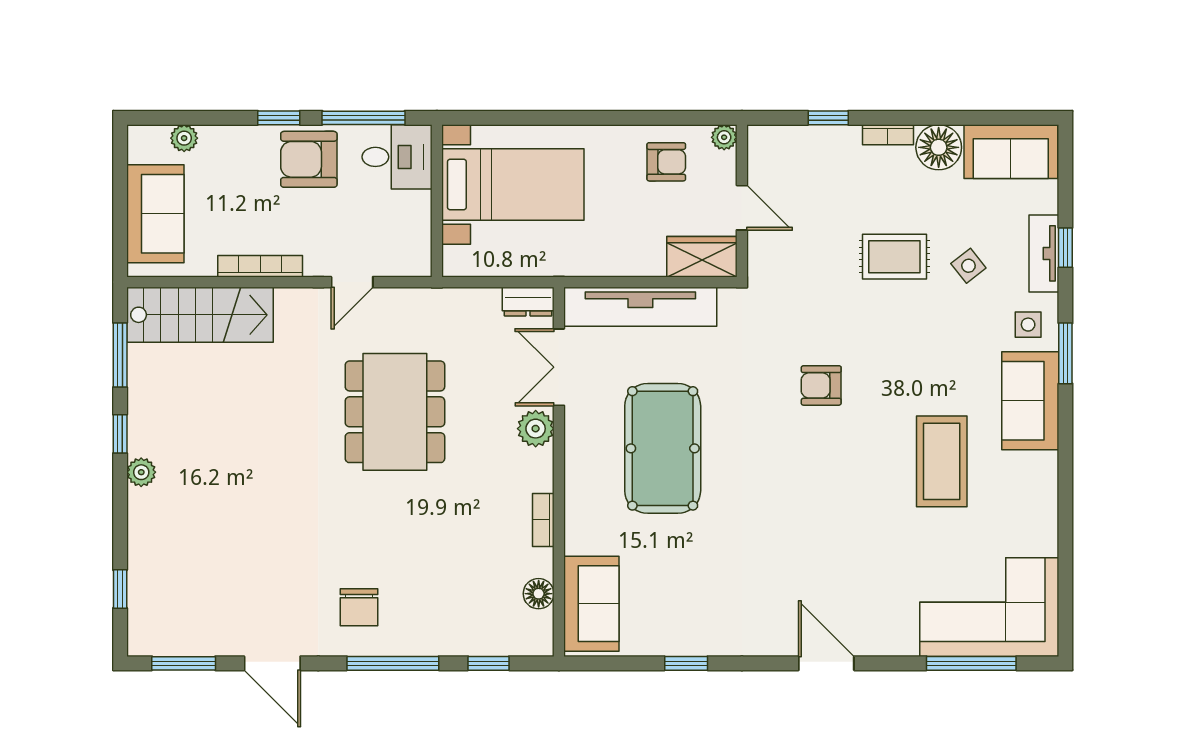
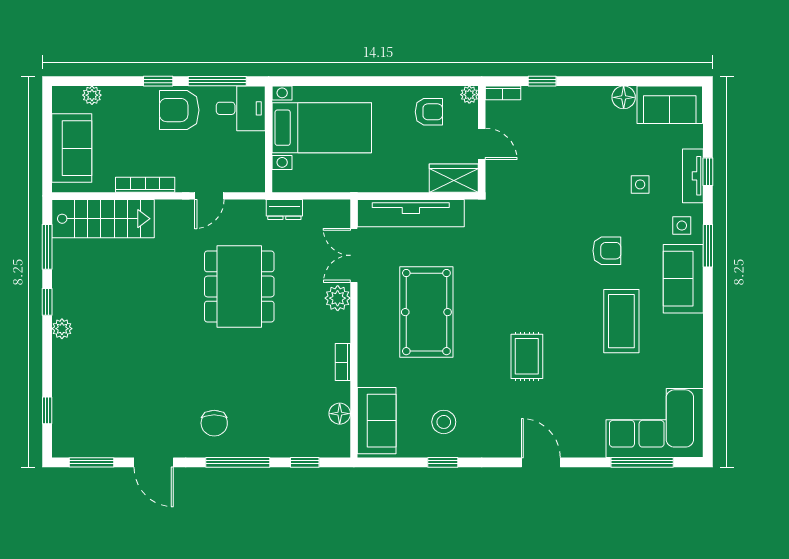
bookcase: (888, 135) -> (503, 93), moved
floor lamp: (939, 147) -> (624, 97), width x0.73, depth x0.73
rug: (894, 257) -> (527, 356), moved, turned 90
side table: (968, 266) -> (640, 184), turned 38
dresser: (528, 302) -> (284, 210), moved
armchair: (821, 385) -> (607, 251), moved, turned 180
stool: (688, 606) -> (444, 422), added

